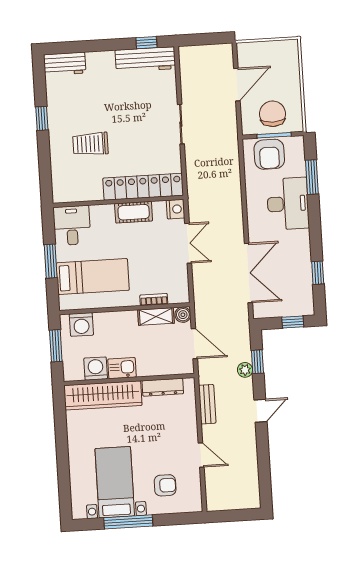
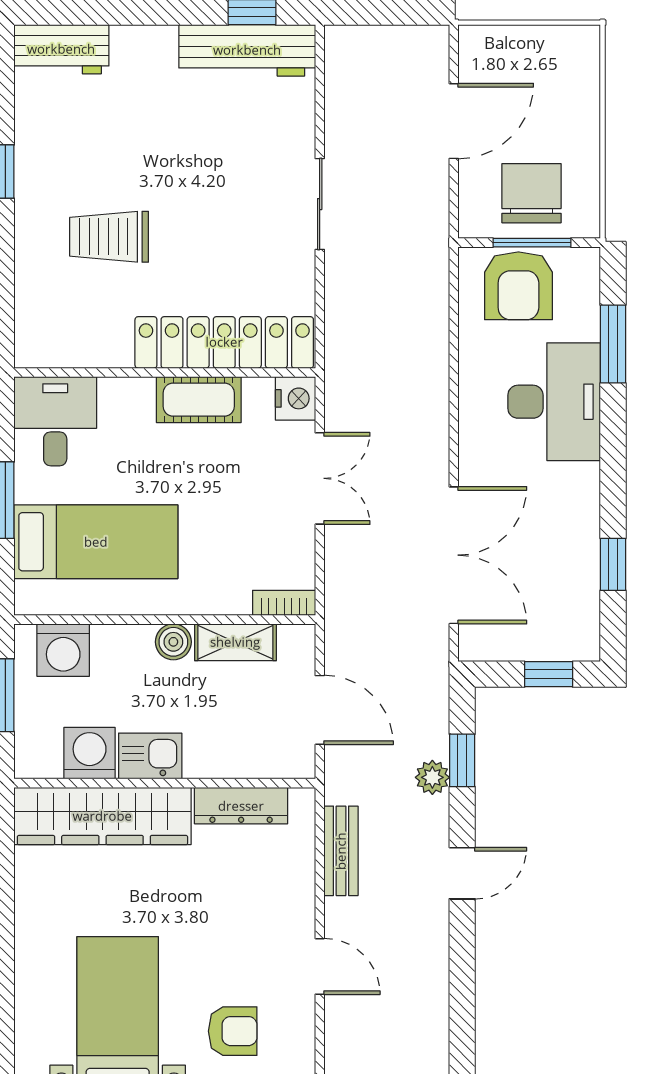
bookcase: (154, 299) -> (284, 603), moved
boiler: (183, 315) -> (173, 642), moved

